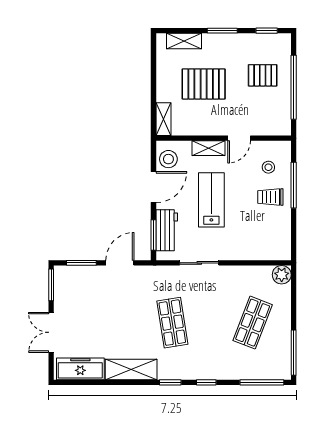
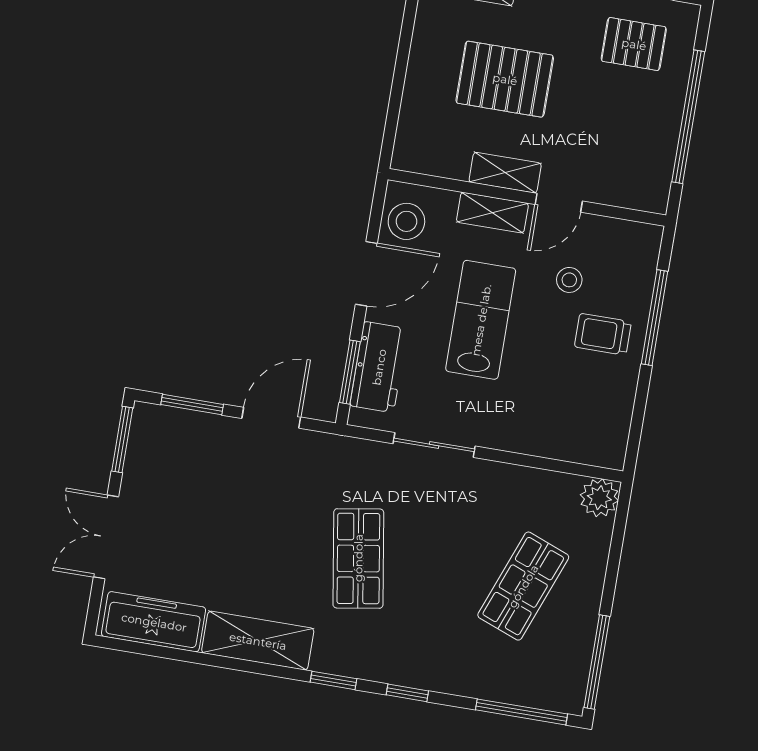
pallet: (263, 75) -> (634, 44), moved
shelving: (164, 119) -> (505, 173), moved, turned 90
stool: (268, 167) -> (569, 280), moved

